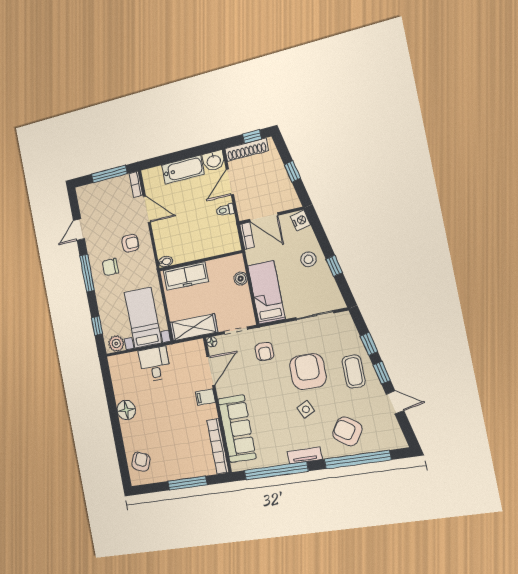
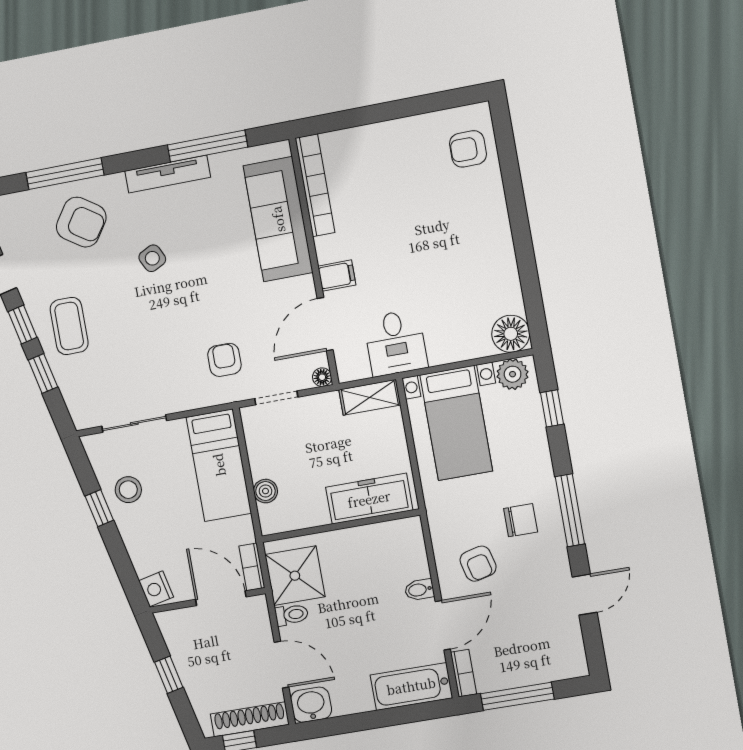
bathtub: (183, 170) -> (411, 686), moved
door: (230, 182) -> (282, 665), hinge flipped
door: (147, 209) -> (443, 625), swing flipped
shower: (224, 232) -> (295, 576), added
armchair: (130, 243) -> (478, 564), turned -104
stool: (309, 259) -> (128, 490), moved
bidet: (166, 262) -> (419, 590), moved
shelving: (194, 327) -> (370, 397), width x0.67, depth x0.75
desk: (155, 364) -> (396, 343), moved
armchair: (308, 371) -> (148, 325), removed
floor lamp: (126, 410) -> (511, 334), moved
tv unit: (305, 455) -> (168, 174), width x1.41
window: (357, 460) -> (65, 174), width x0.68
armchair: (141, 462) -> (468, 149), turned 69
window: (276, 471) -> (208, 146), width x0.68
window: (187, 483) -> (376, 113), removed

